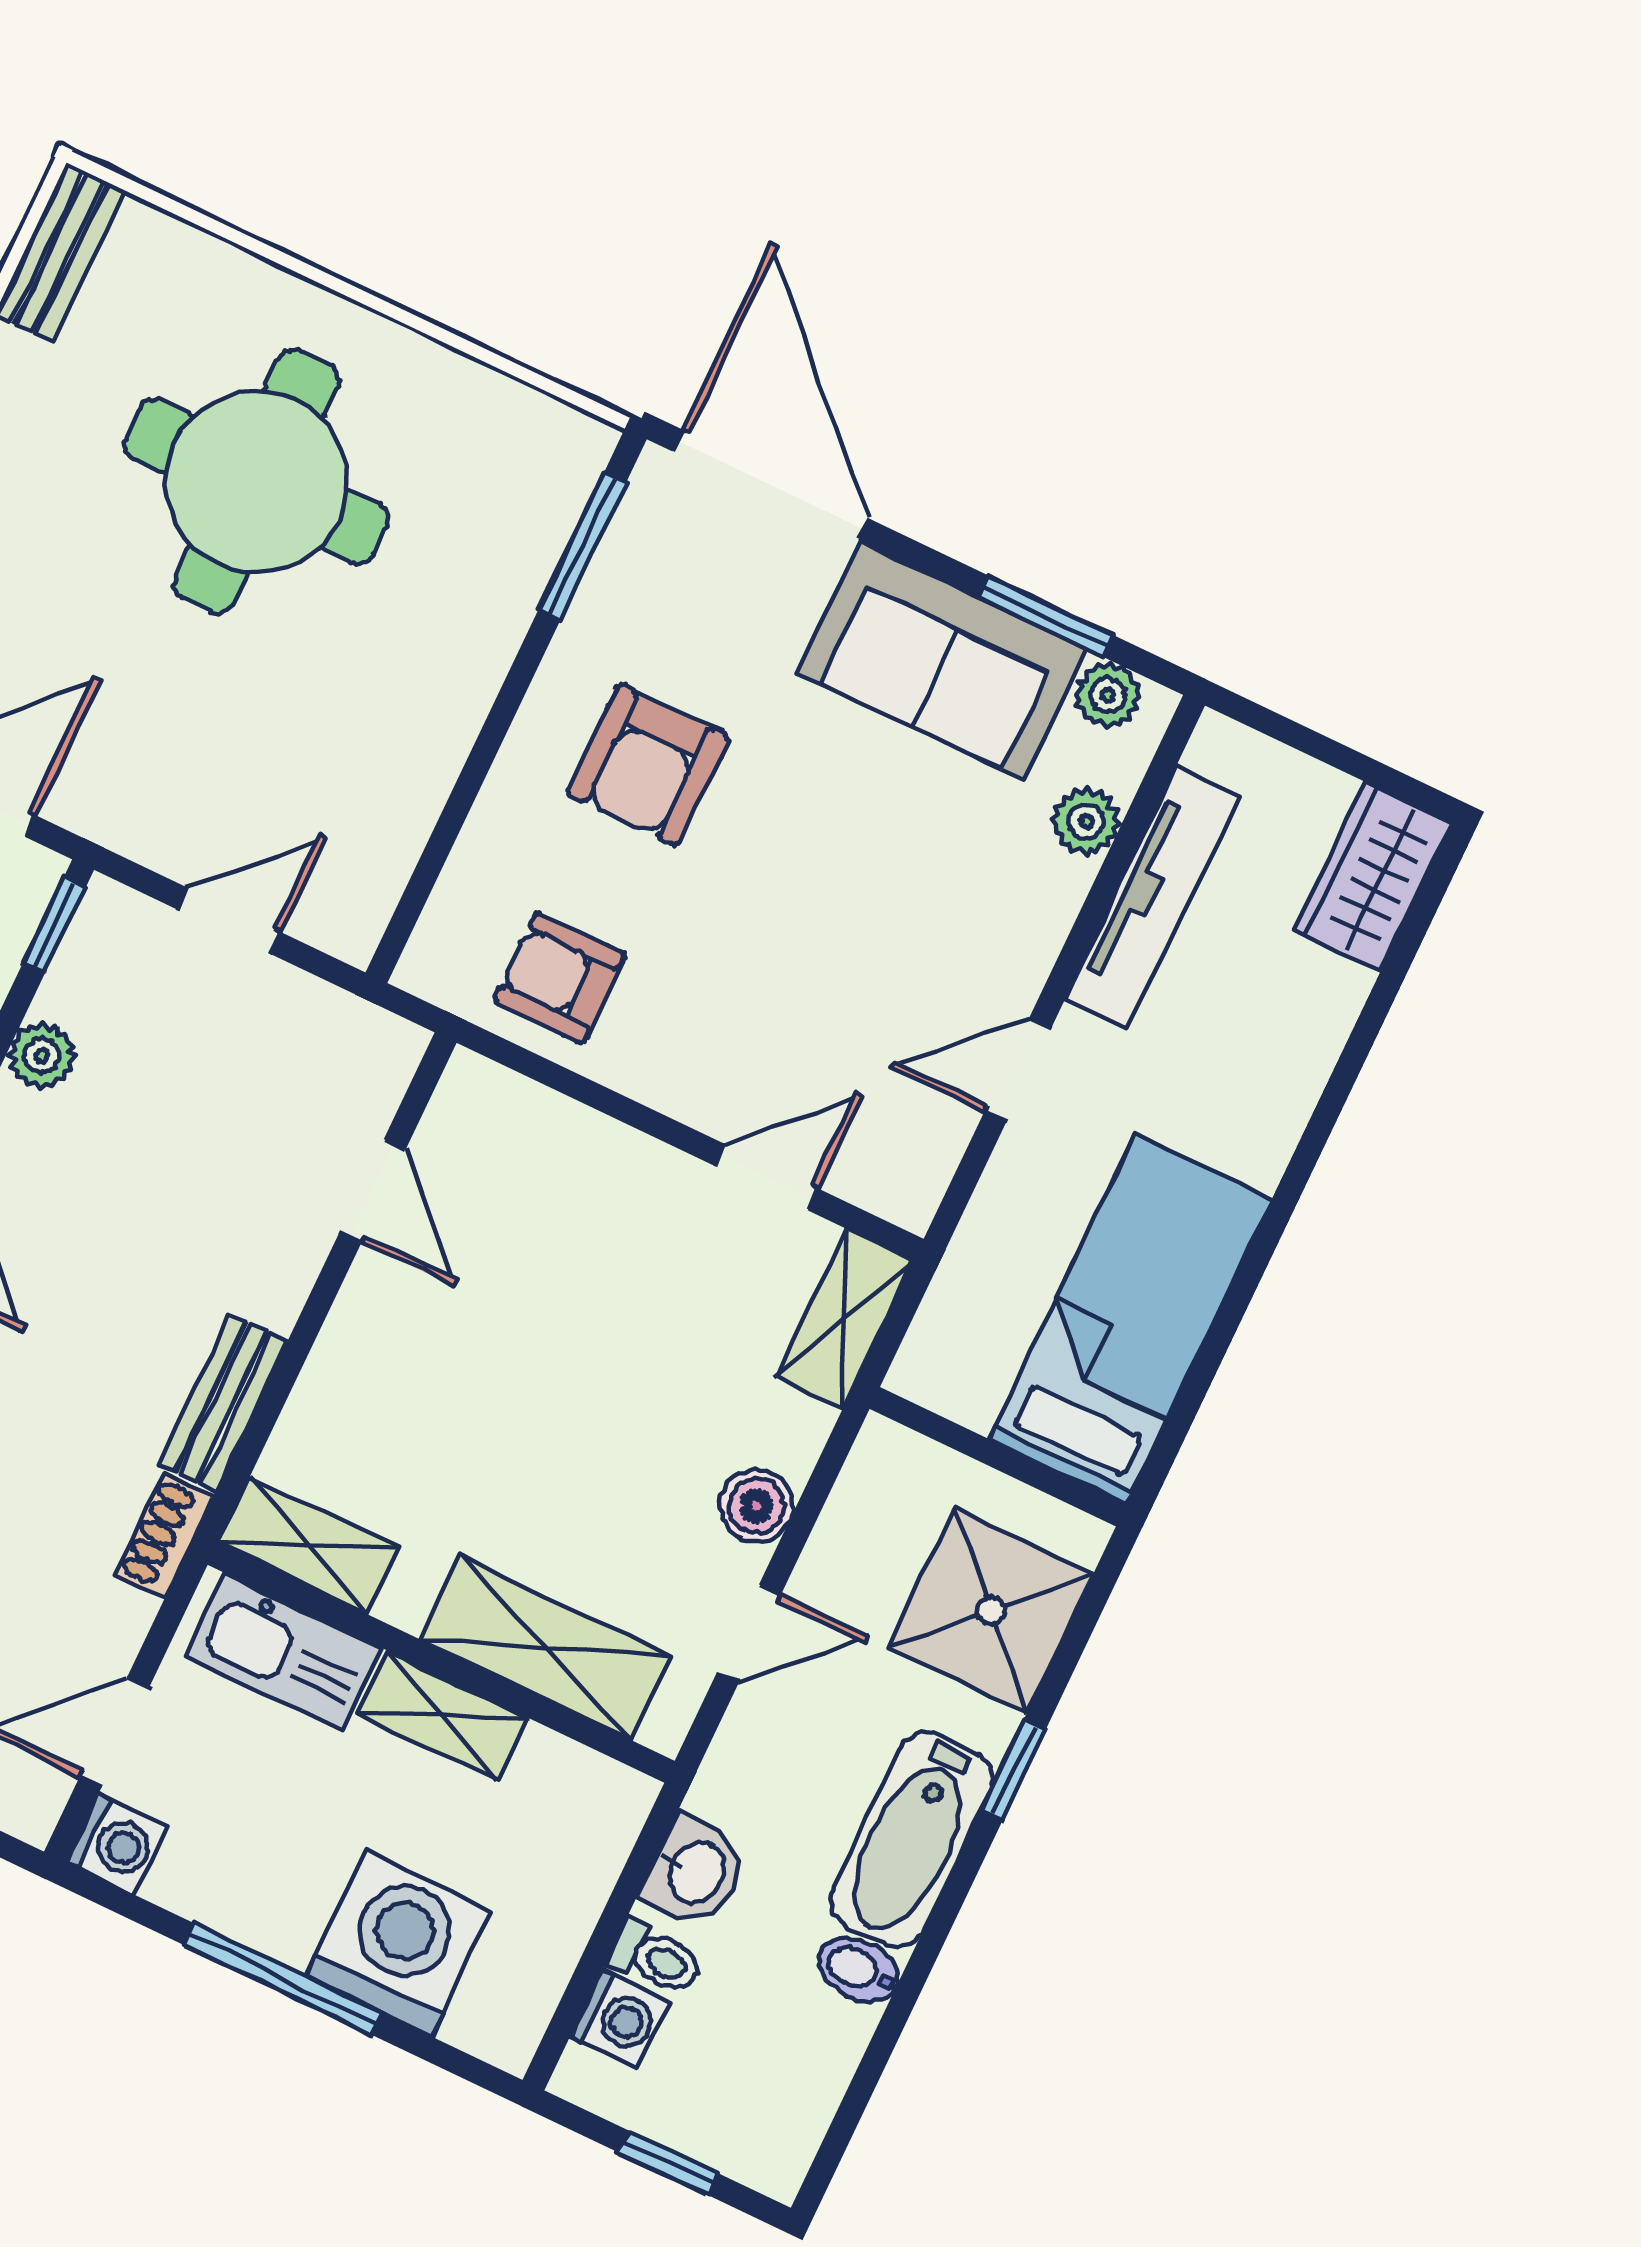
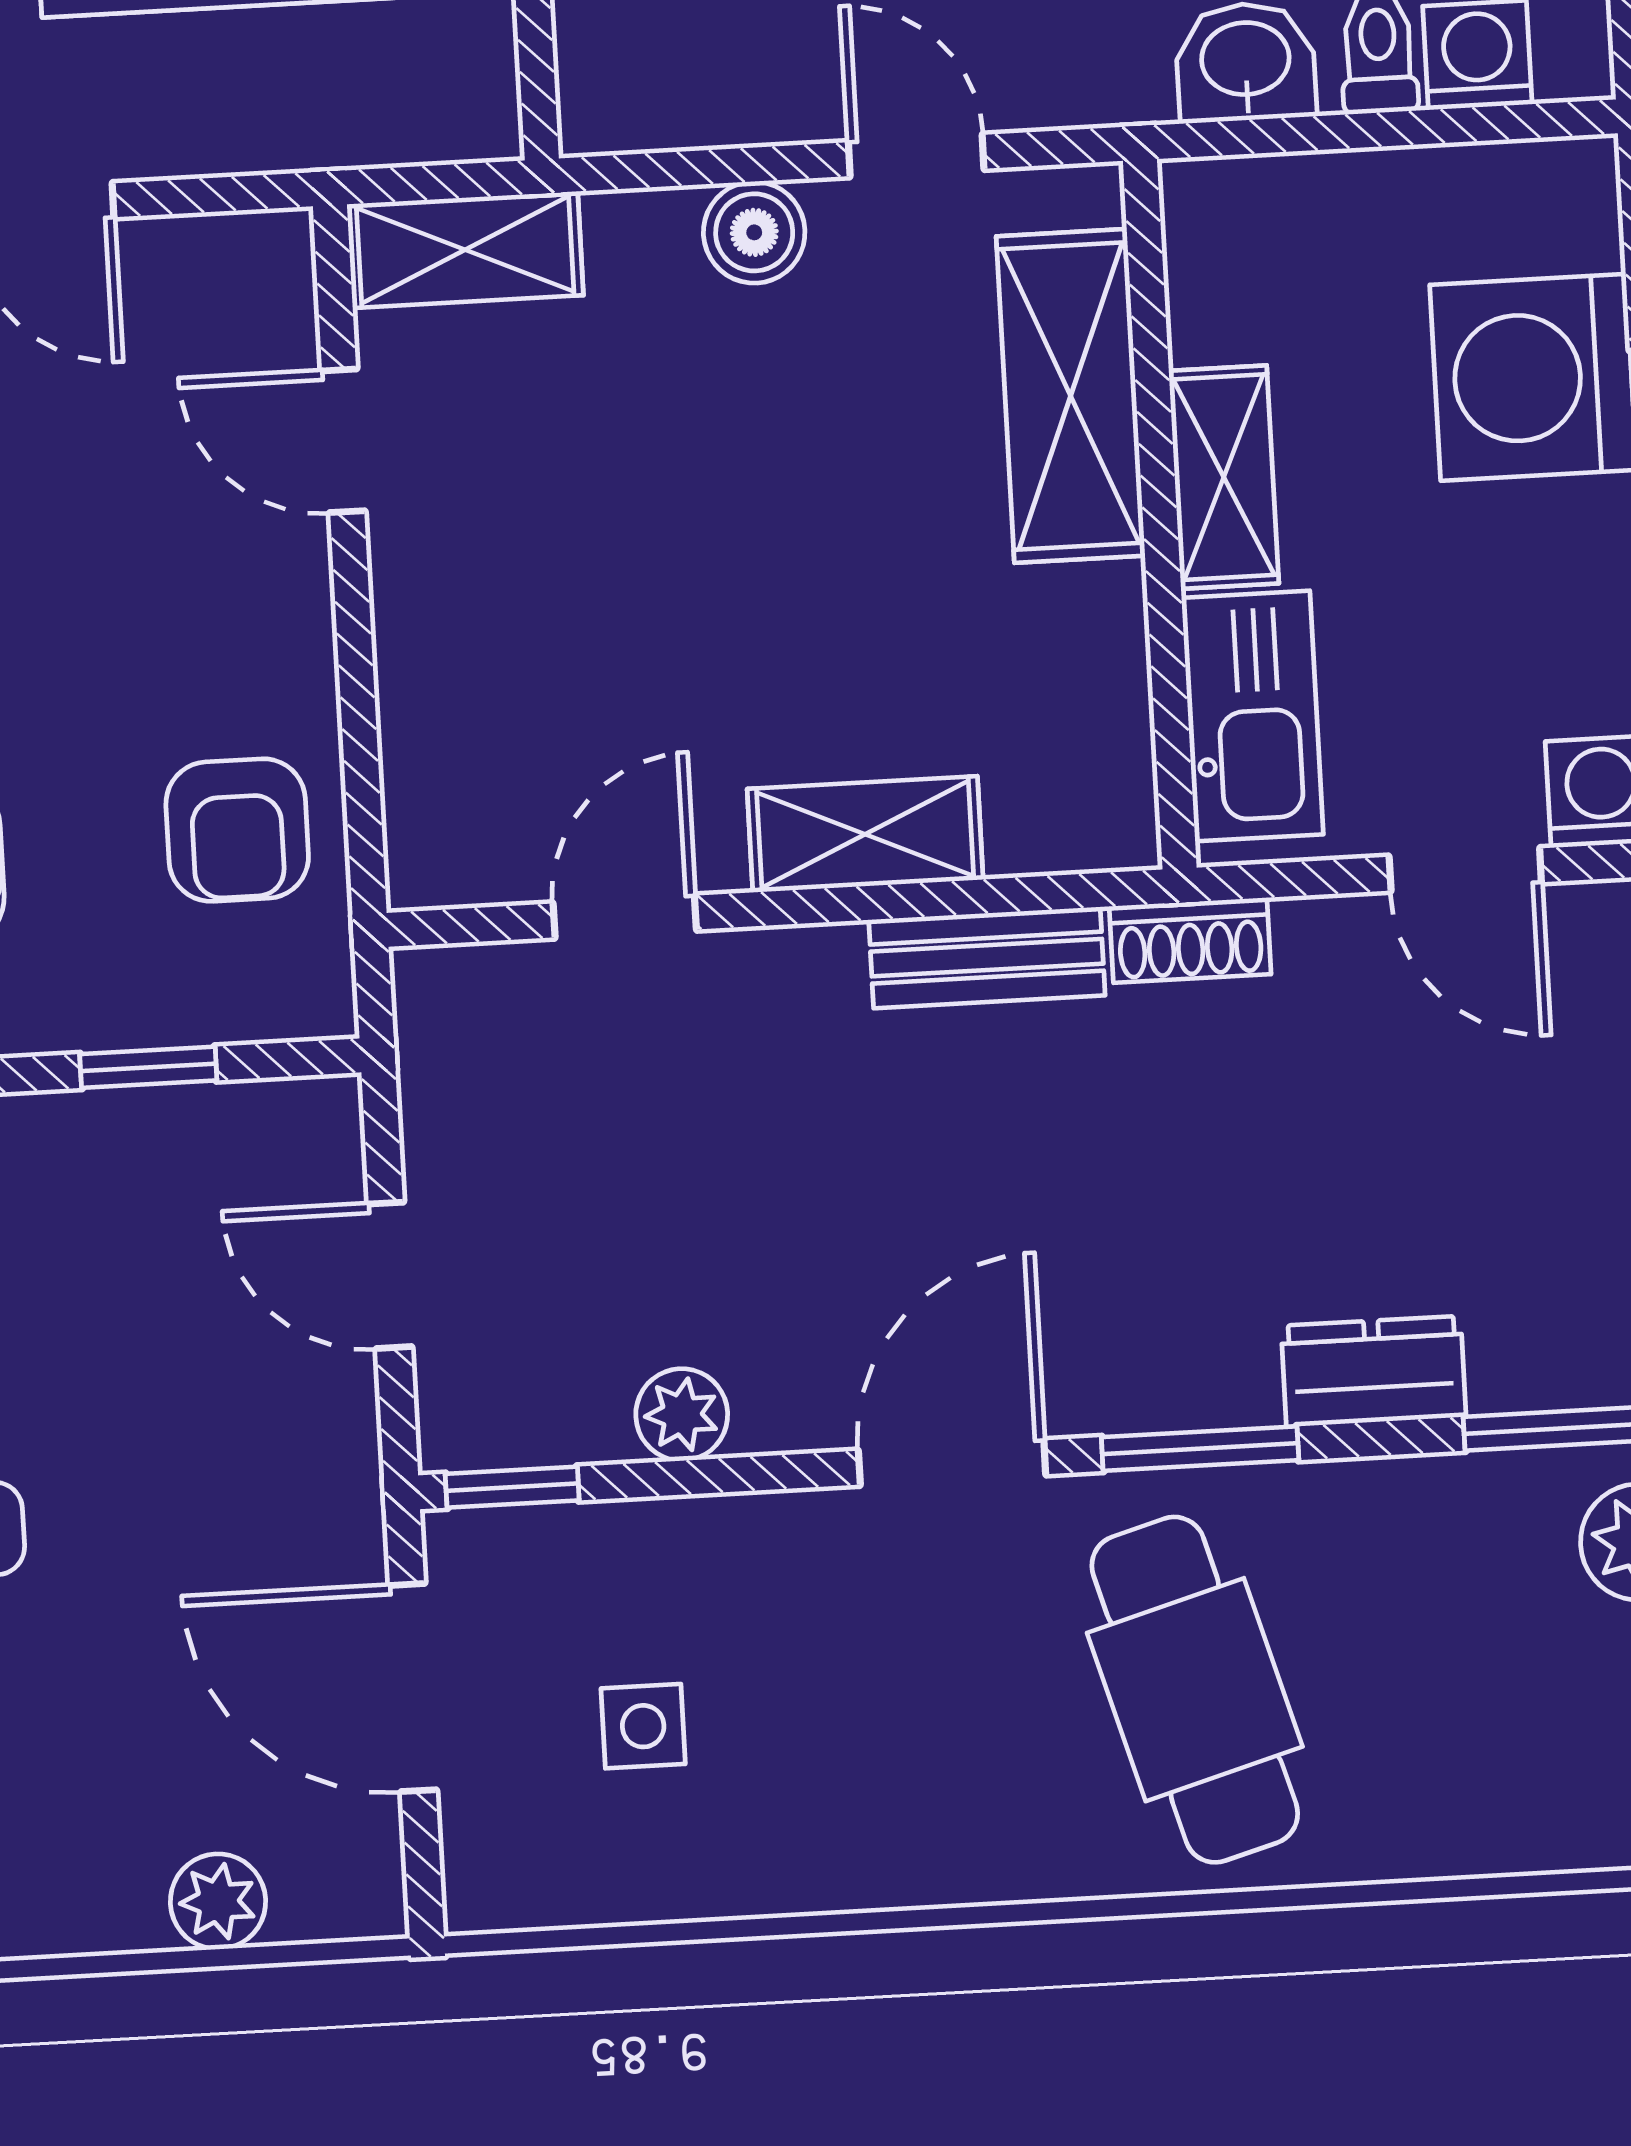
window: (442, 841) -> (148, 1067), added
shelving: (308, 1545) -> (865, 834), moved, turned 90

